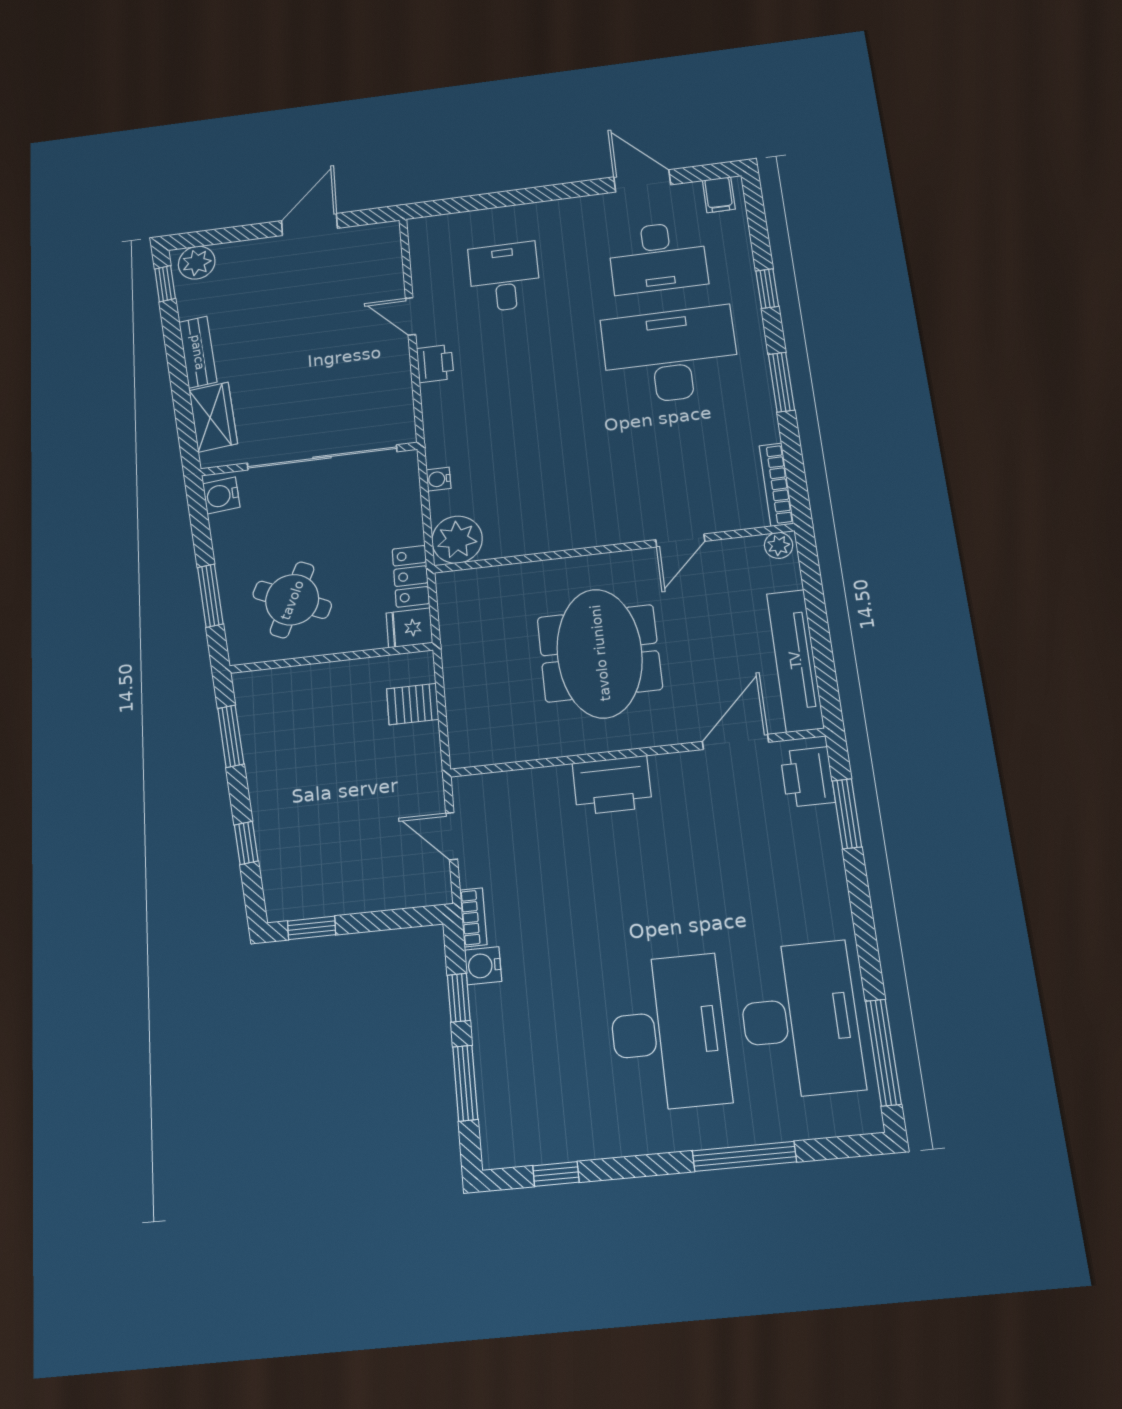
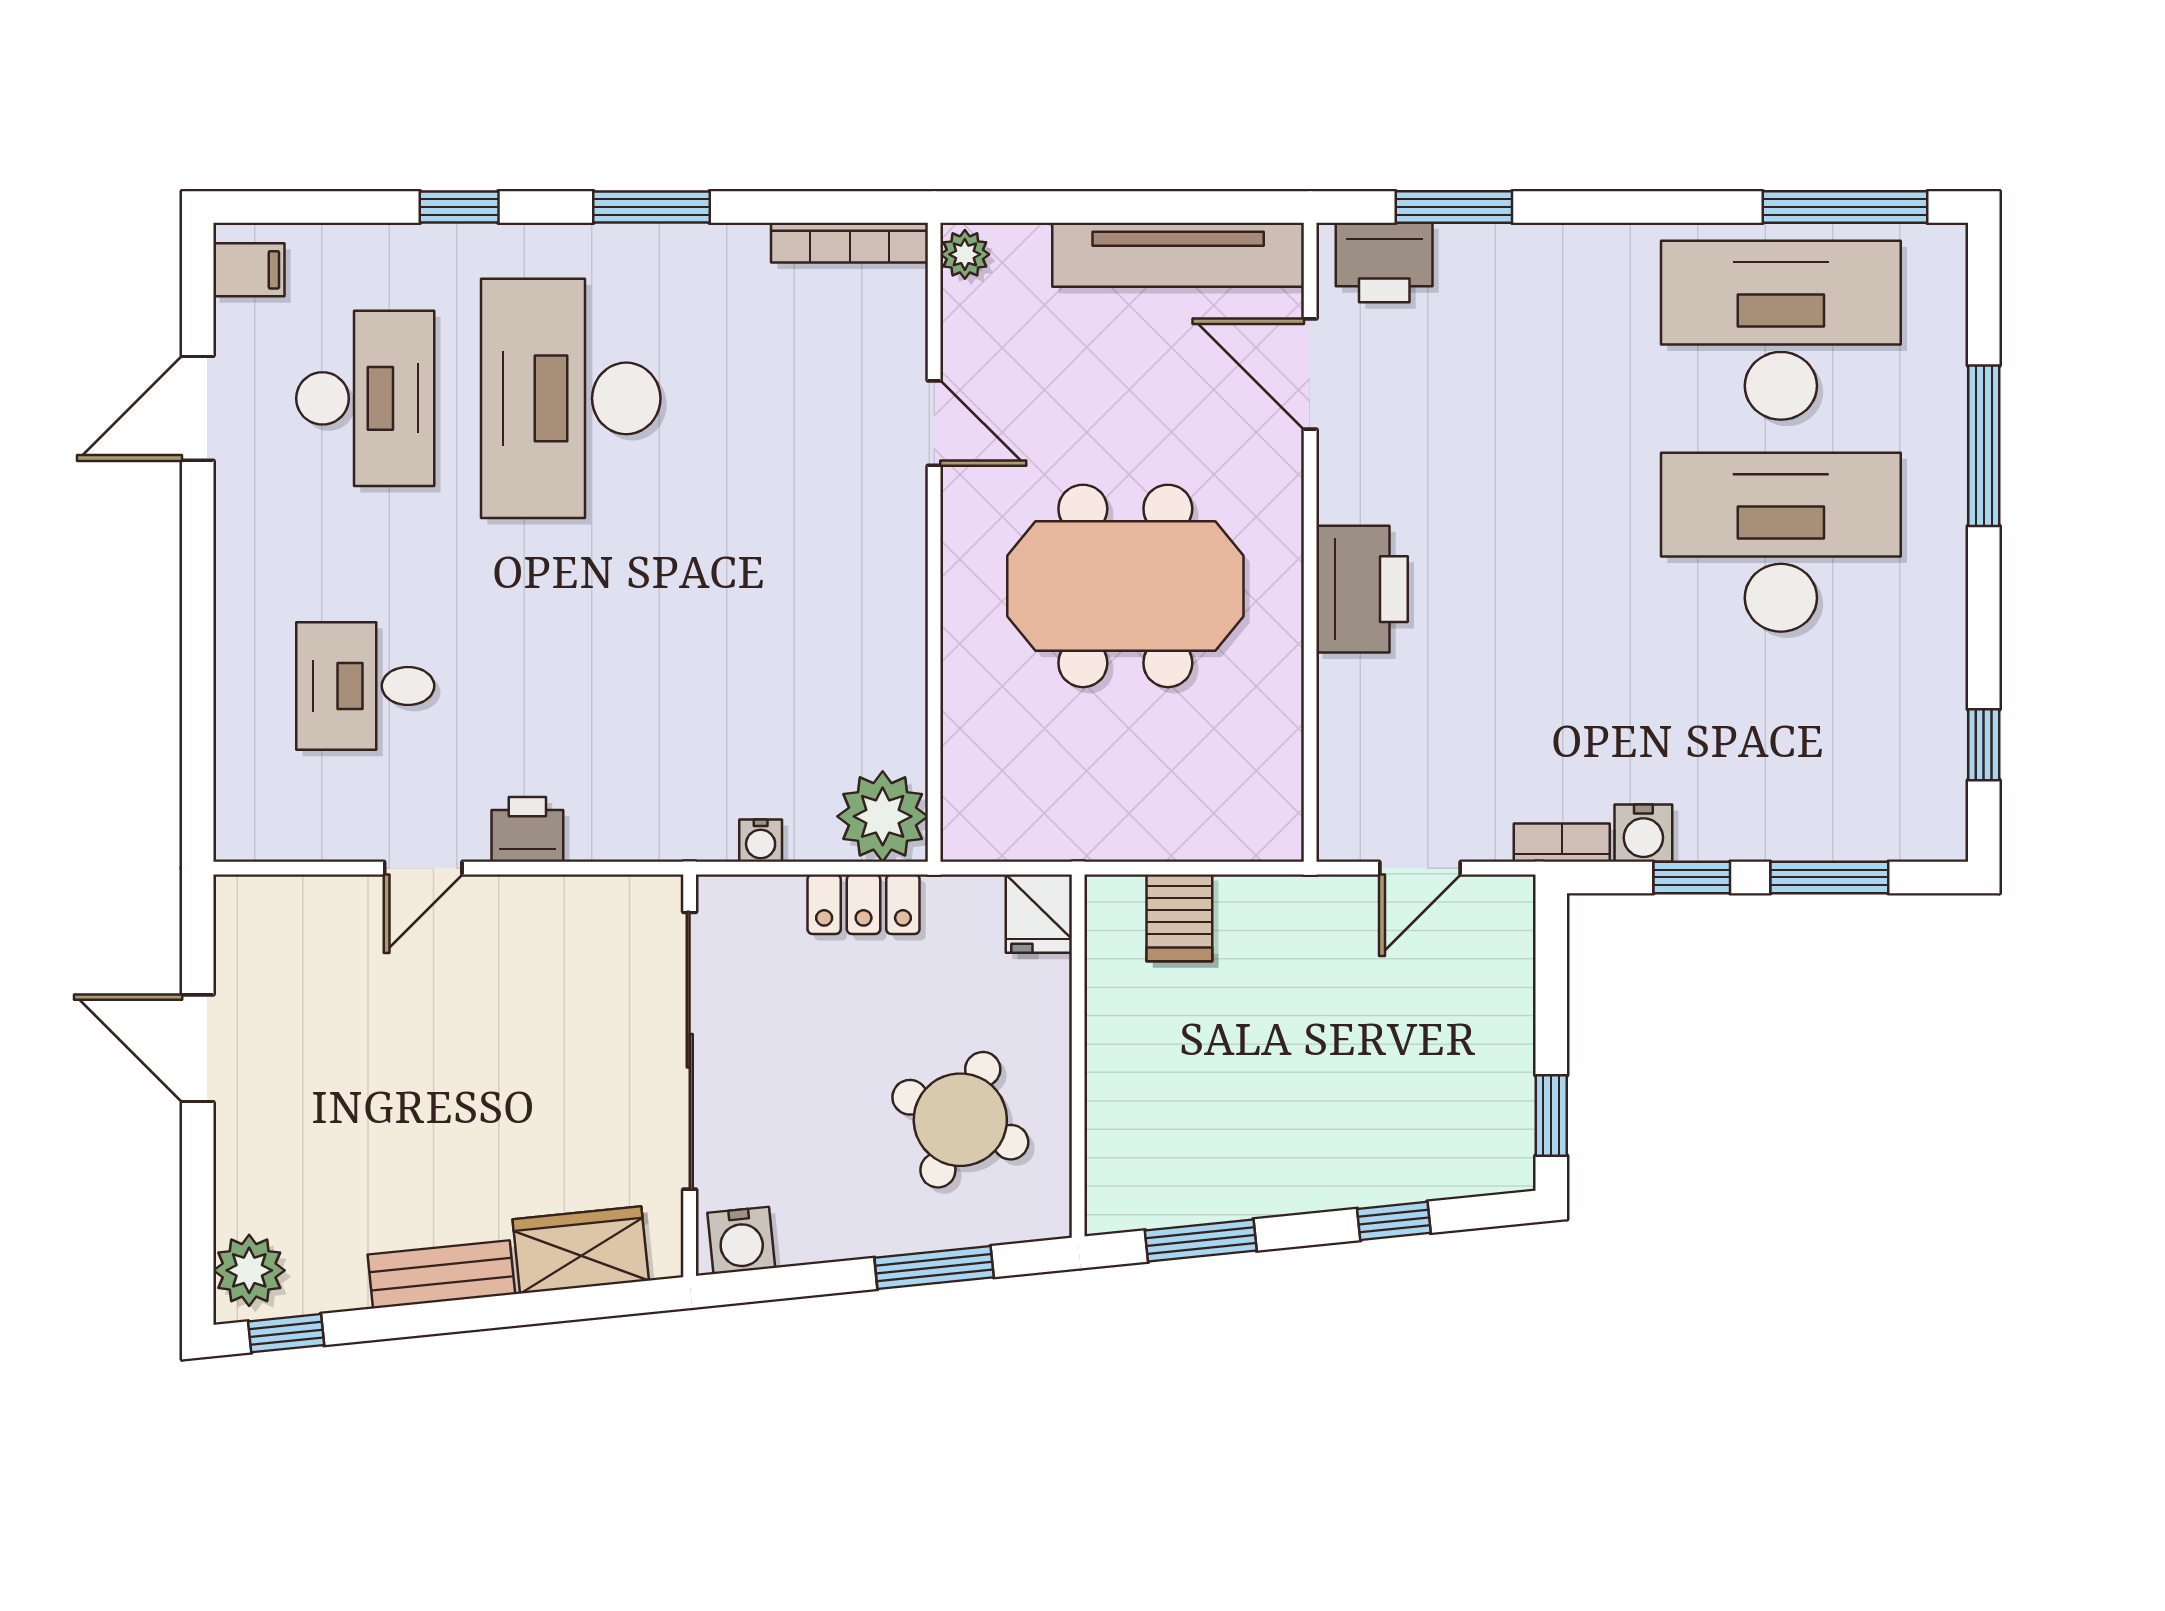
locker: (411, 576) -> (864, 904), moved

